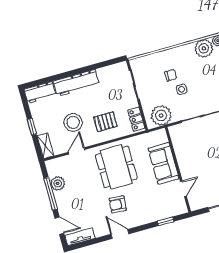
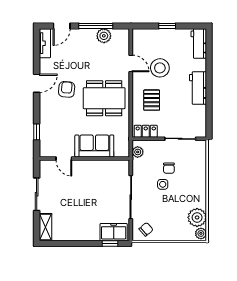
chair: (171, 75) -> (169, 168), moved
workbench: (76, 83) -> (198, 88), width x0.73
plant: (161, 115) -> (138, 152), width x0.53, depth x0.53
shelving: (45, 146) -> (144, 34), removed

